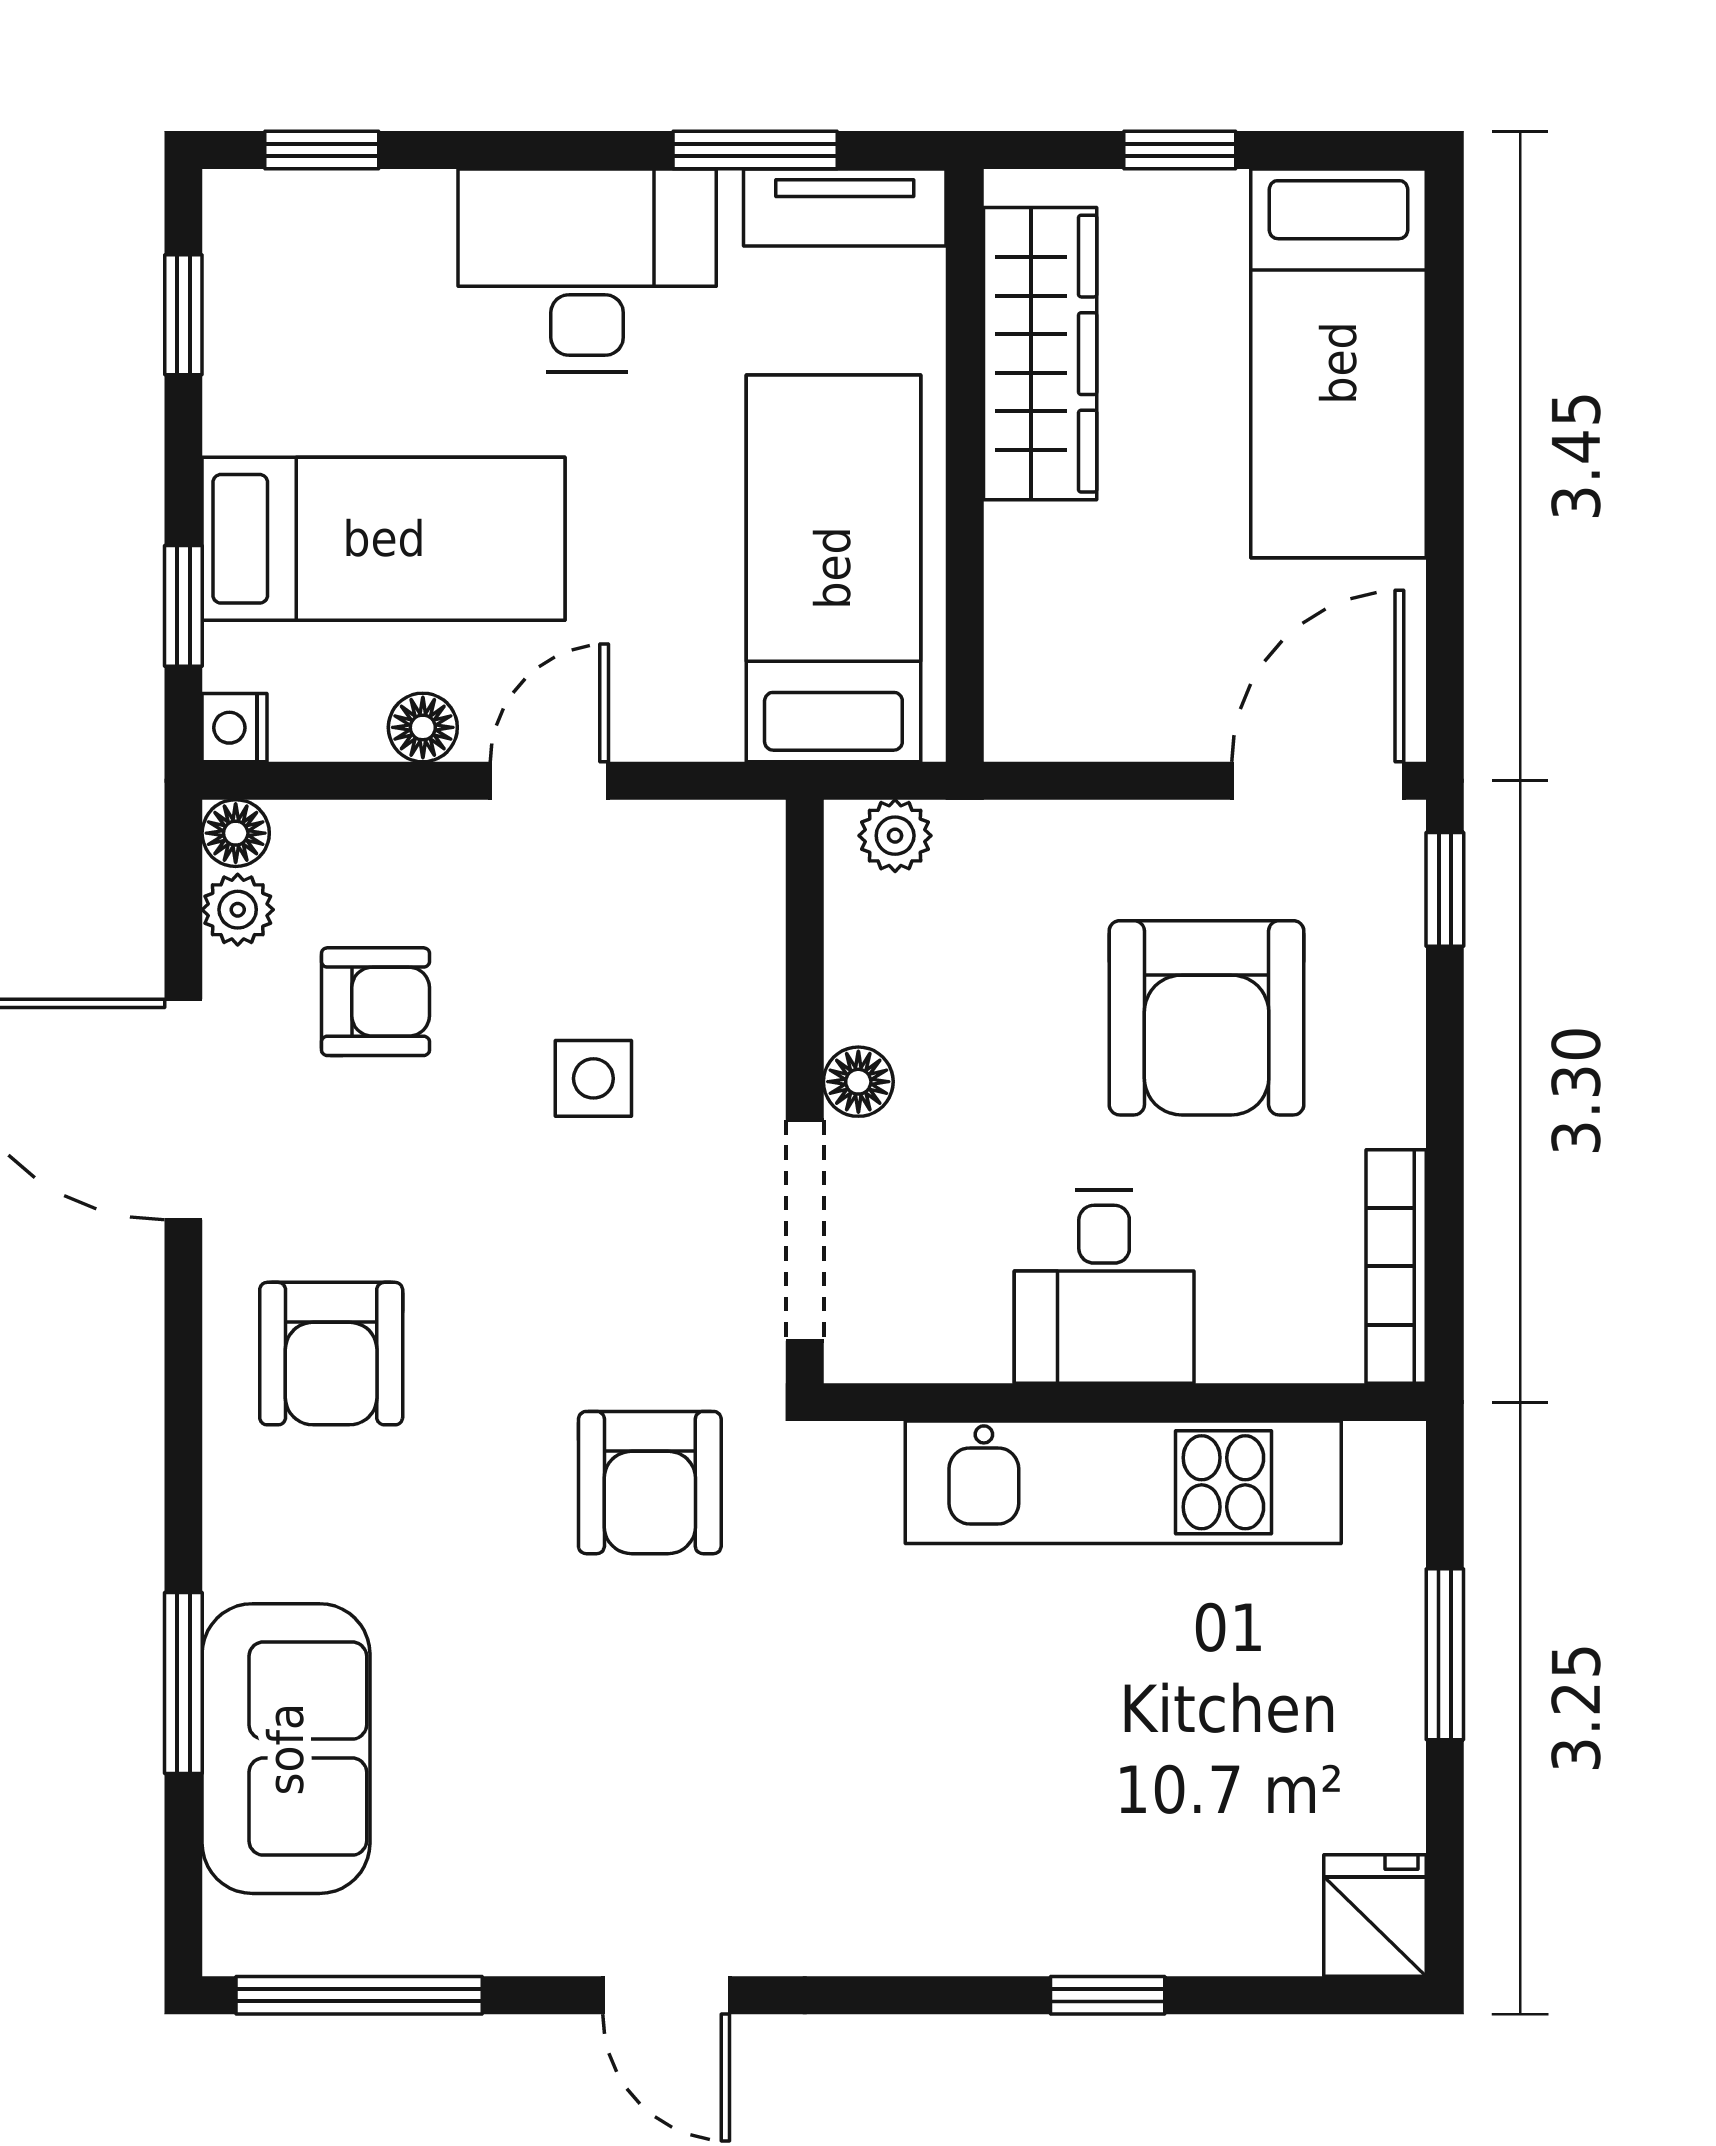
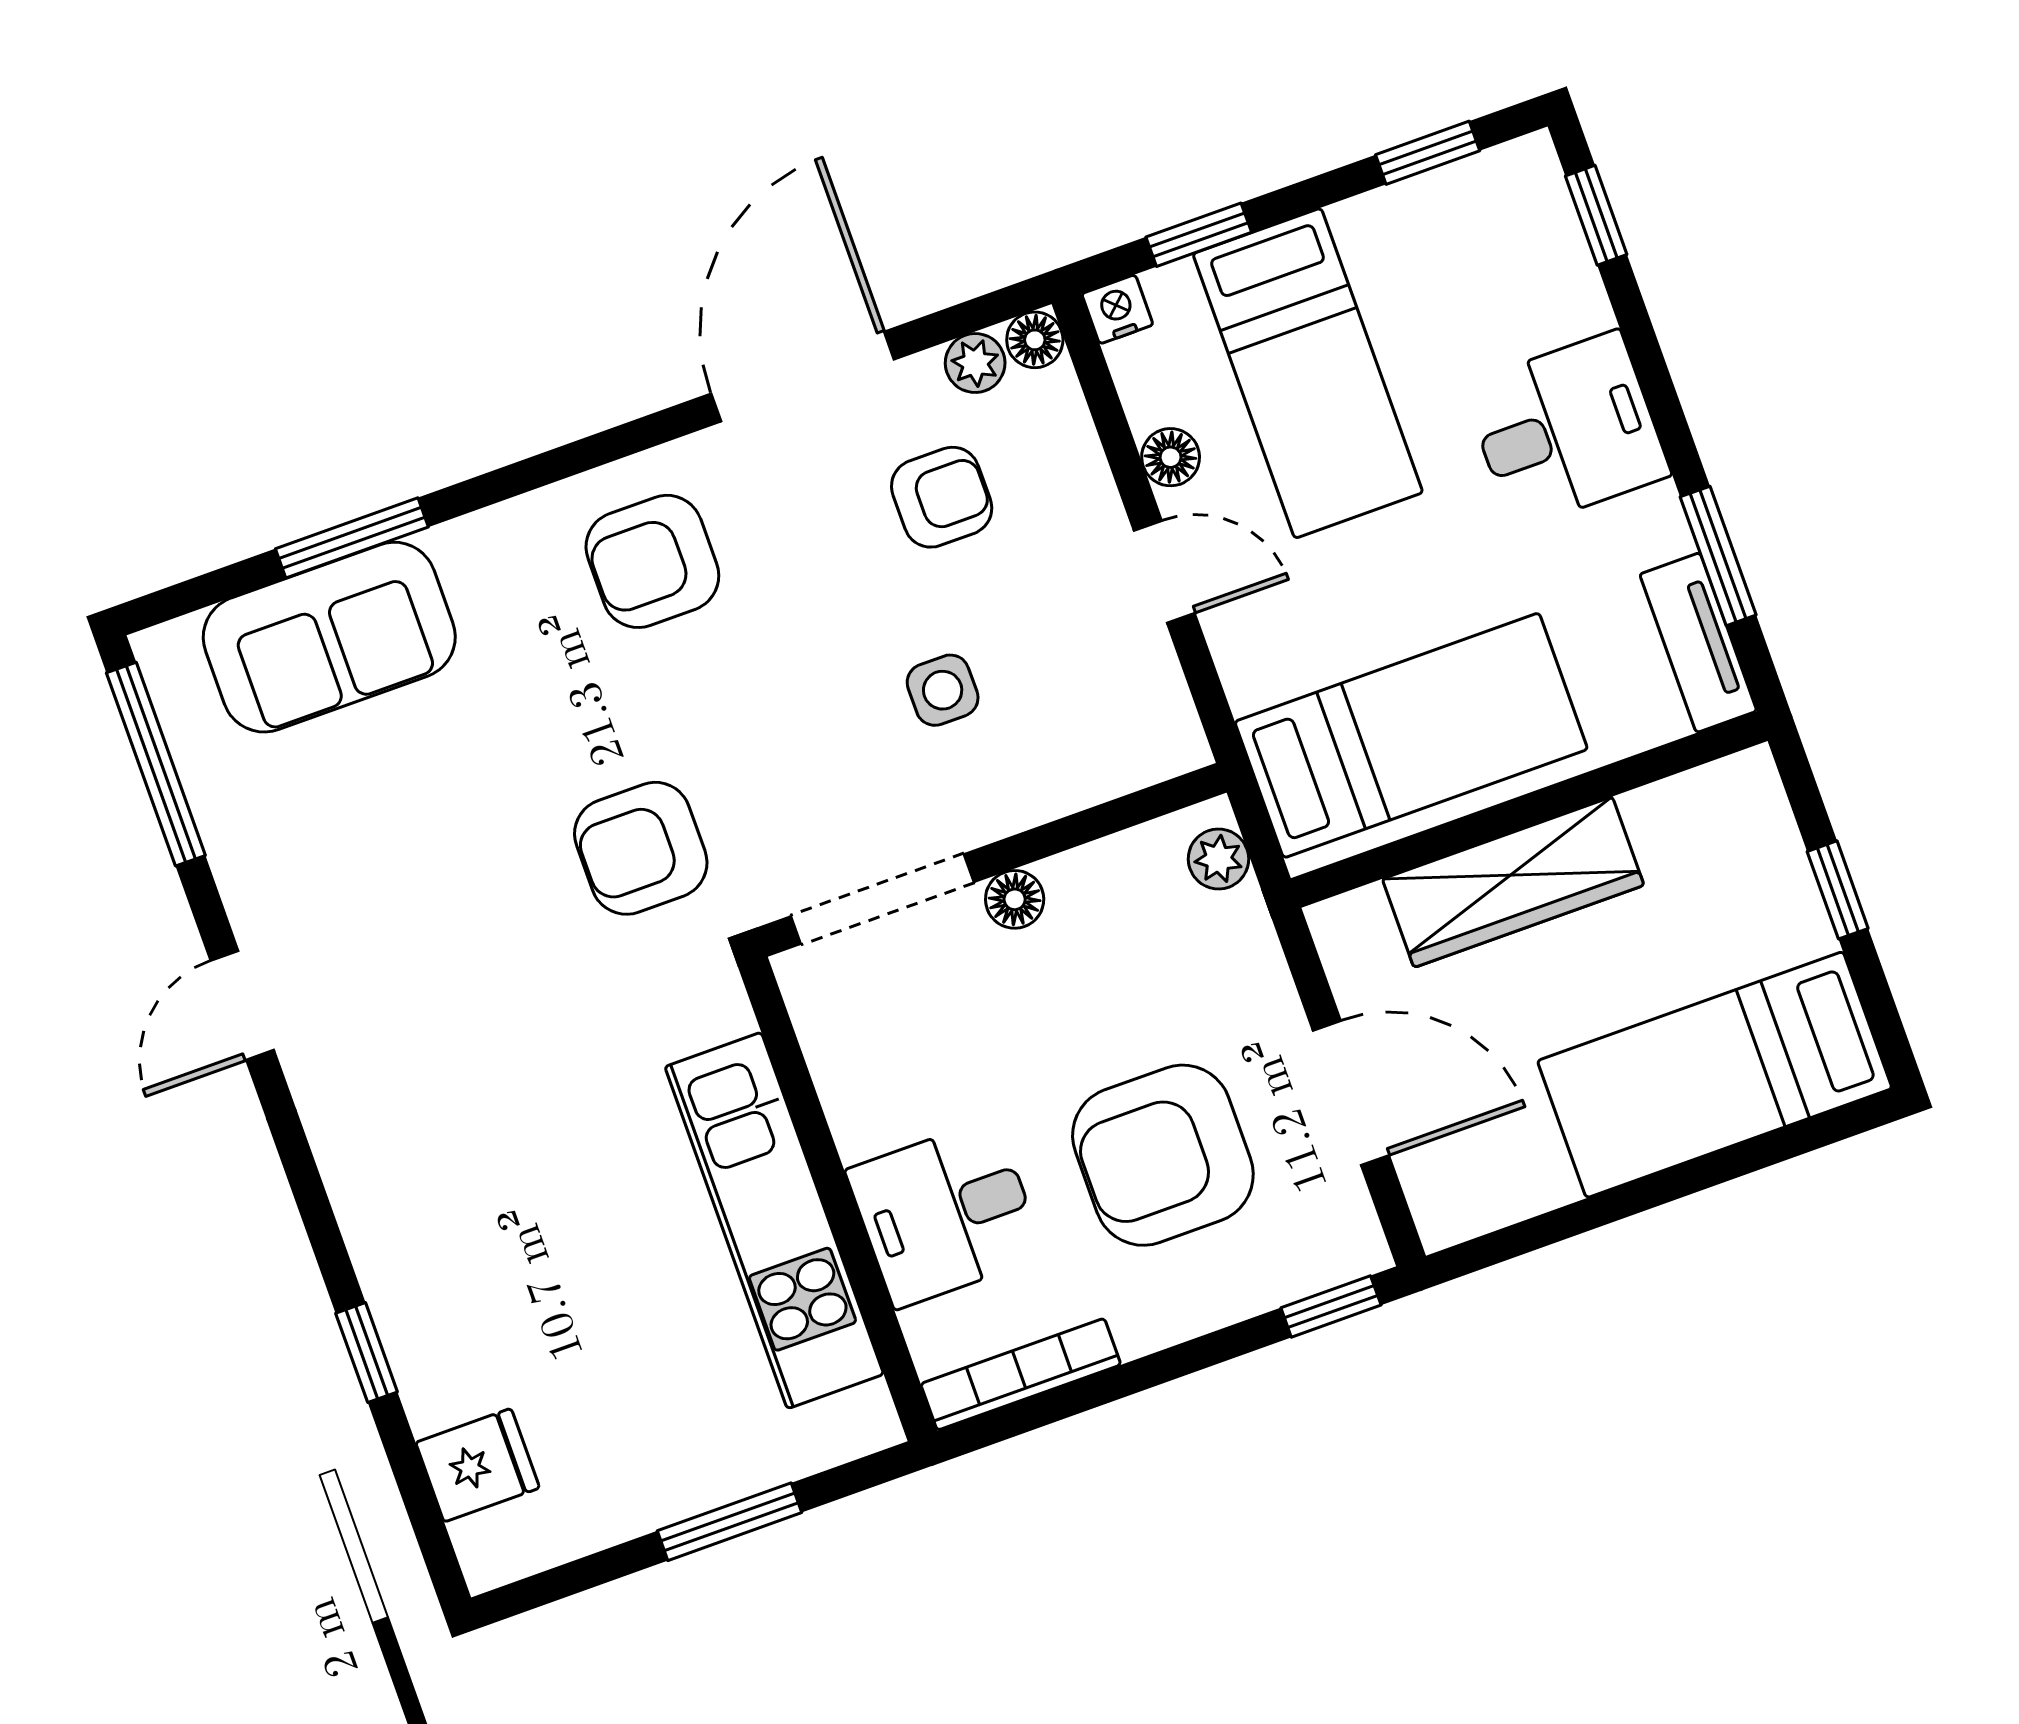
desk: (587, 270) -> (1566, 430), width x0.73
wardrobe: (1040, 354) -> (1513, 882), moved
door: (1318, 781) -> (1351, 1093), moved
armchair: (375, 1002) -> (942, 497), turned -90
desk: (1104, 1286) -> (945, 1213), moved
fridge: (1375, 1916) -> (478, 1465), moved

